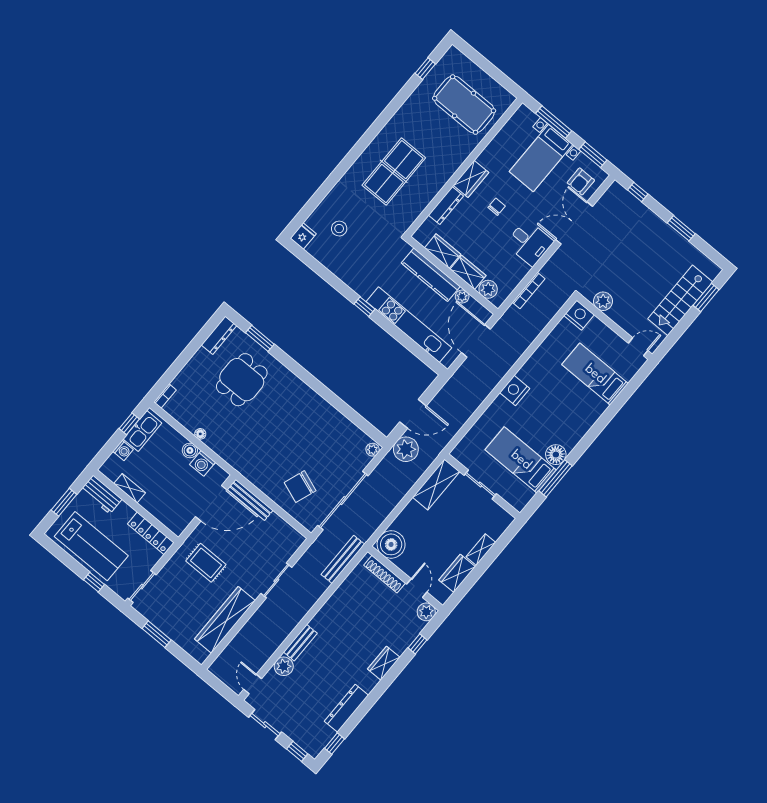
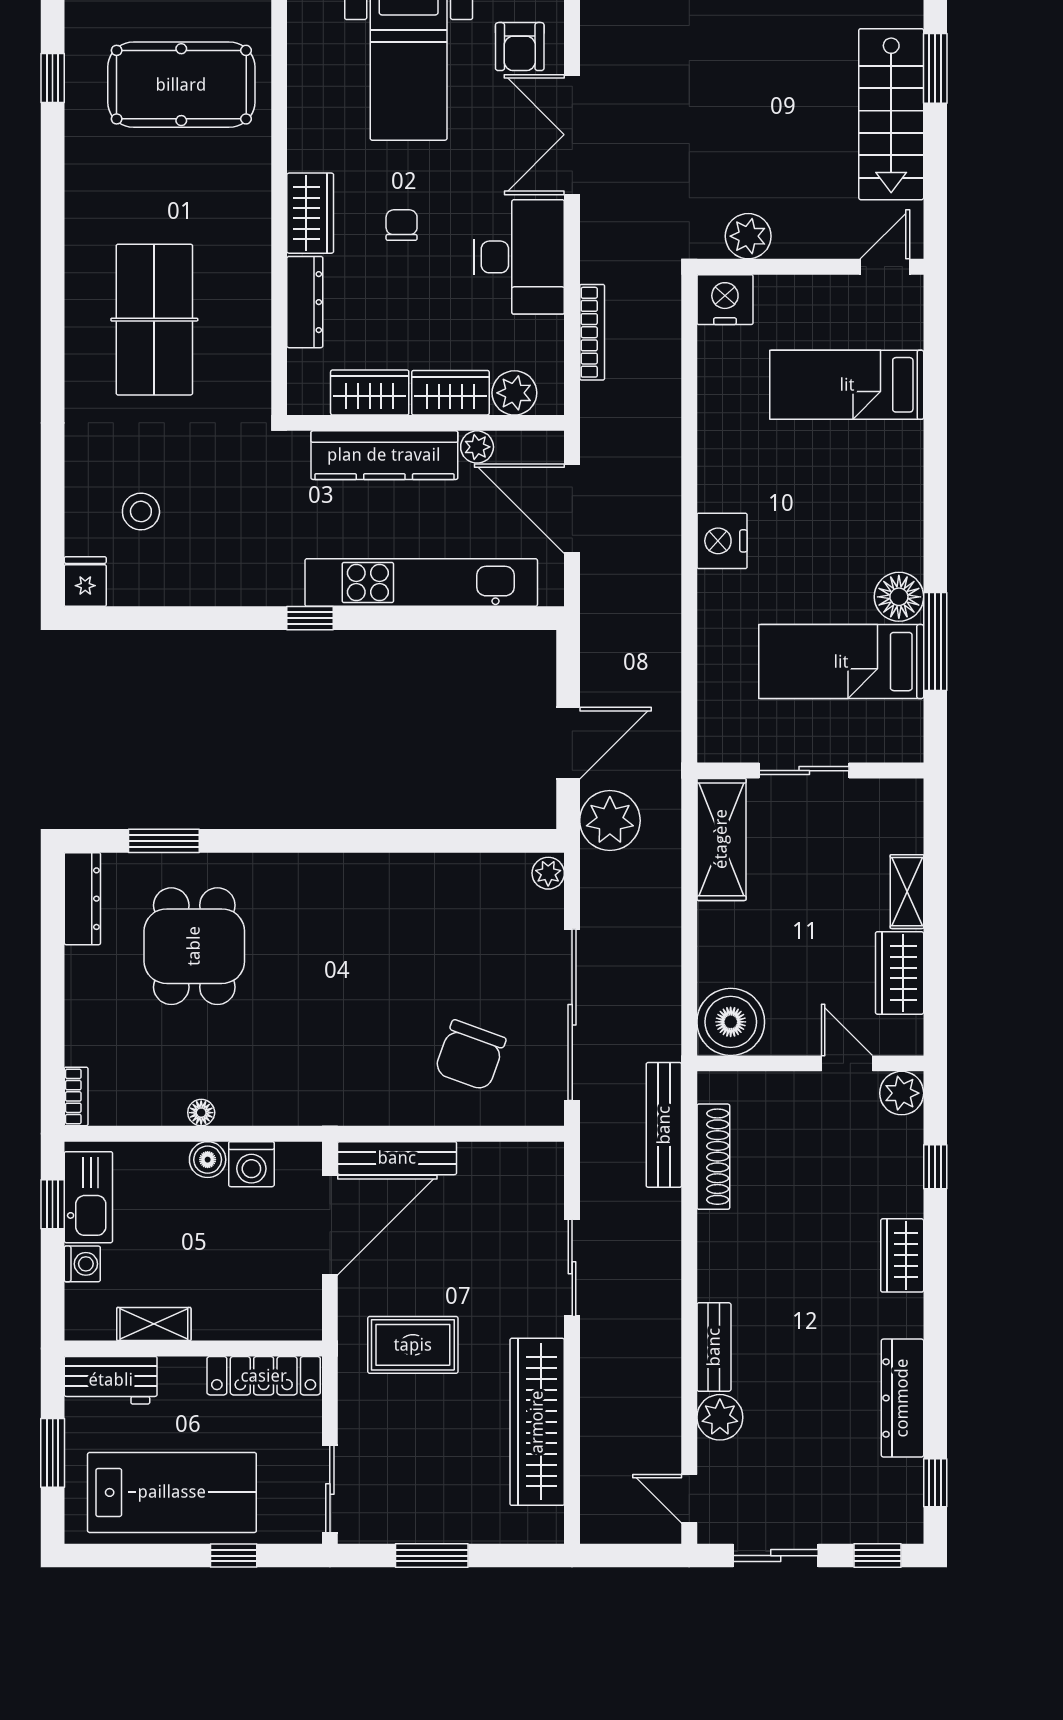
desk: (529, 243) -> (519, 257), width x1.37
shoe rack: (385, 574) -> (713, 1157), moved, turned -90

